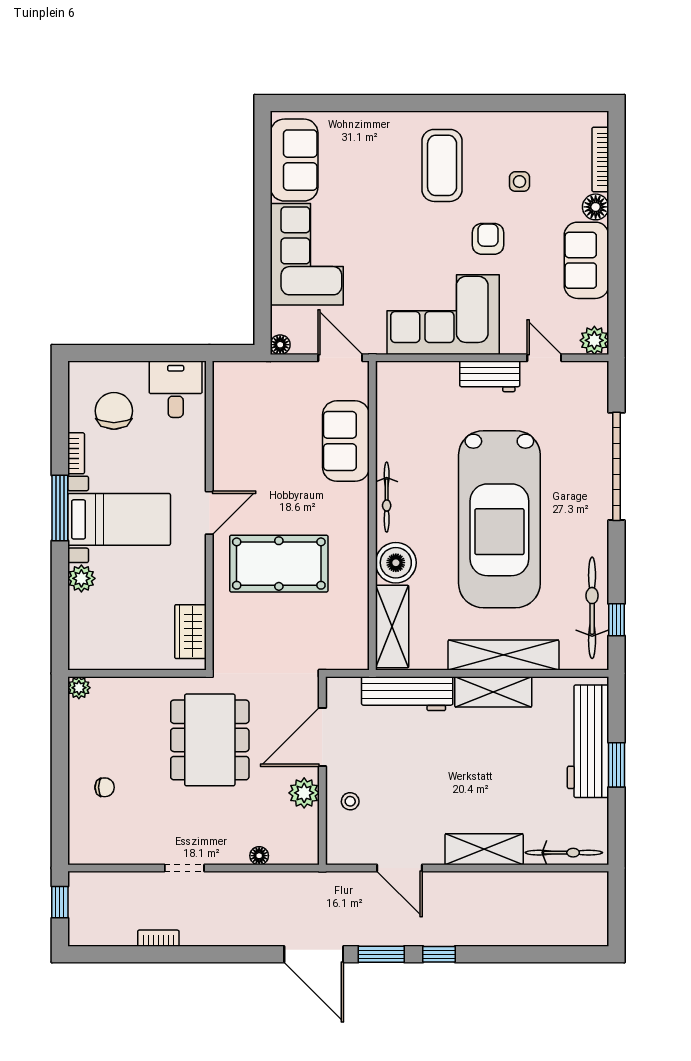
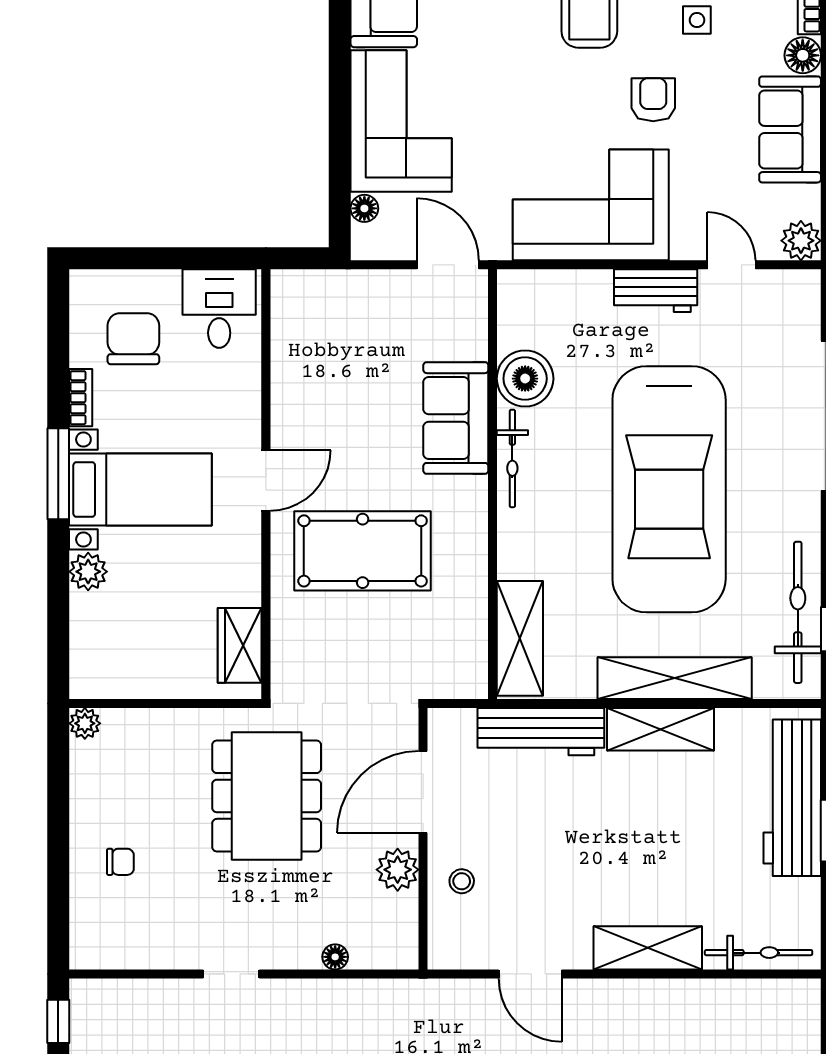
floor lamp: (280, 345) -> (364, 208), moved
sofa: (346, 441) -> (456, 418), moved
boiler: (396, 563) -> (525, 379), moved

